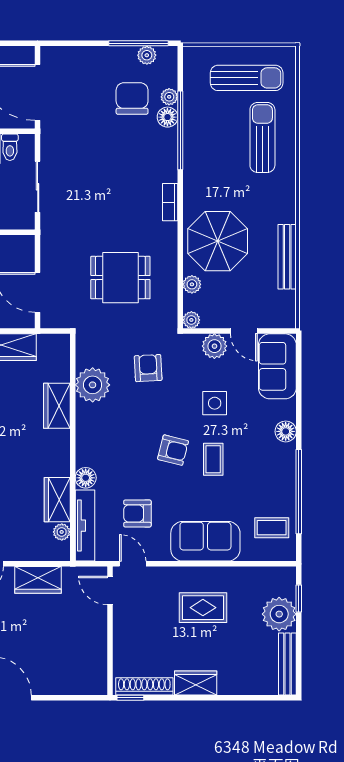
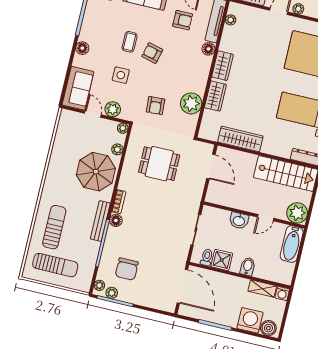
sun lounger: (247, 78) -> (55, 265), turned 180
plant: (169, 97) -> (99, 285), moved
floor lamp: (167, 117) -> (116, 220), moved
sun lounger: (262, 137) -> (54, 227), turned 180
bench: (287, 257) -> (100, 221), moved
wardrobe: (57, 500) -> (222, 66), moved

